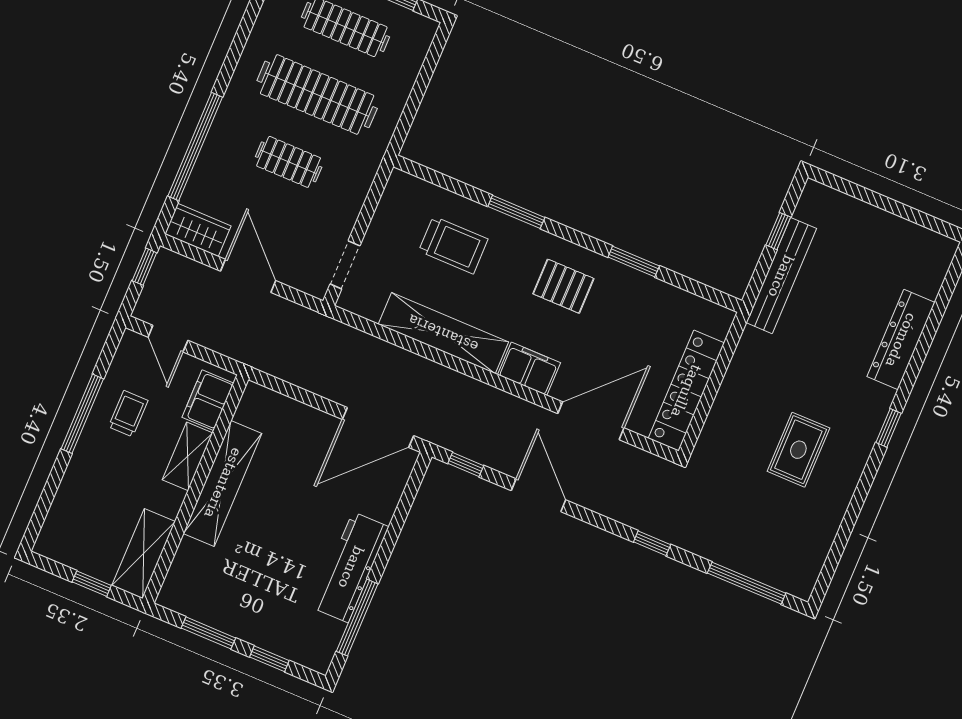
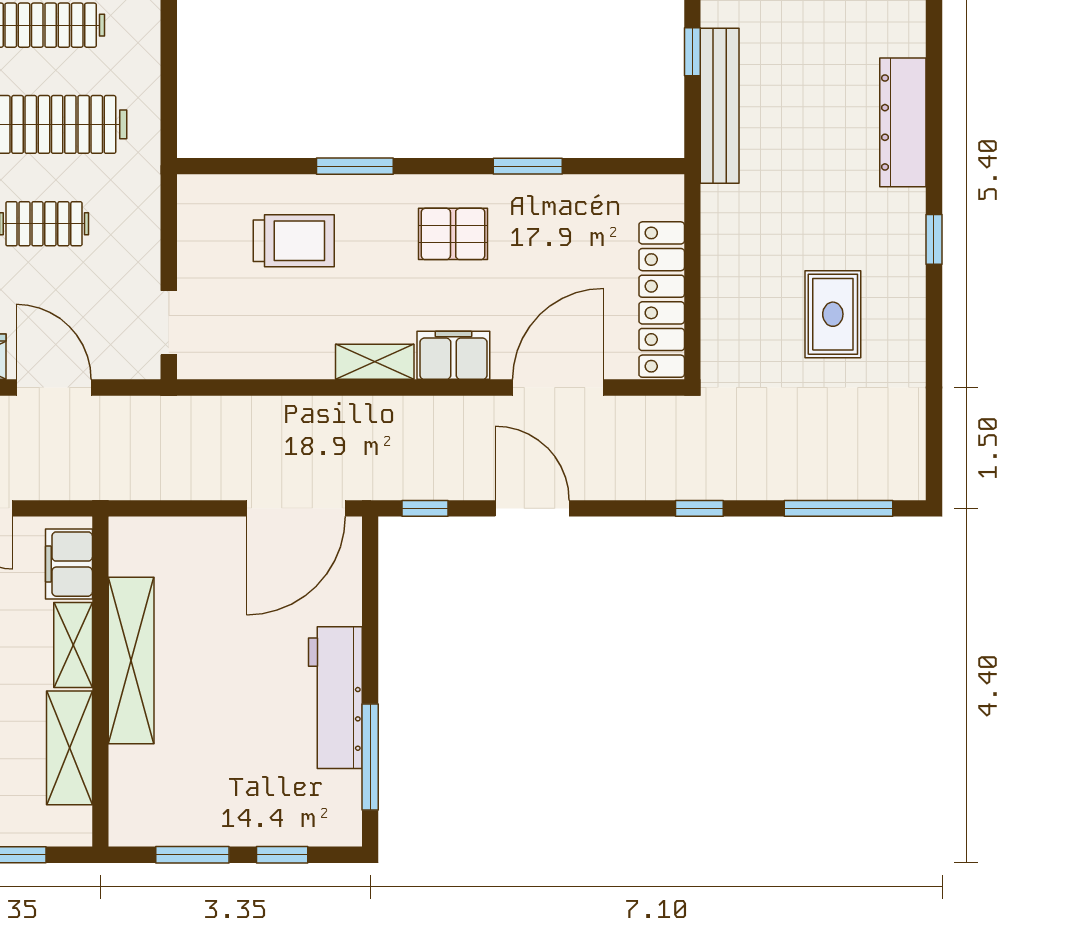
shelving: (443, 333) -> (375, 362), width x0.45, depth x0.75
shelving: (144, 554) -> (69, 748), moved

